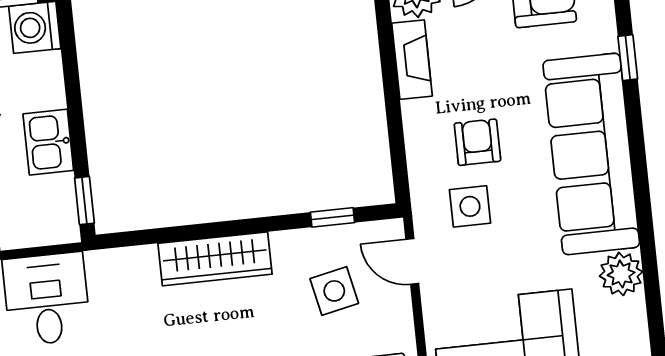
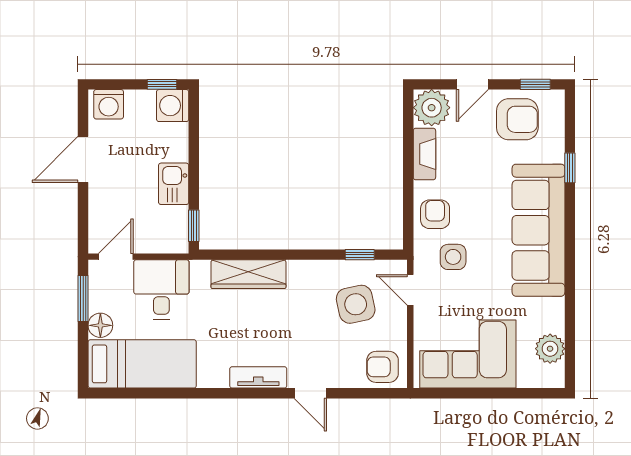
armchair: (477, 142) -> (435, 214), moved
wardrobe: (215, 259) -> (248, 274), moved
plant: (621, 274) -> (550, 349), moved
side table: (334, 291) -> (356, 304), width x1.37, depth x1.37

